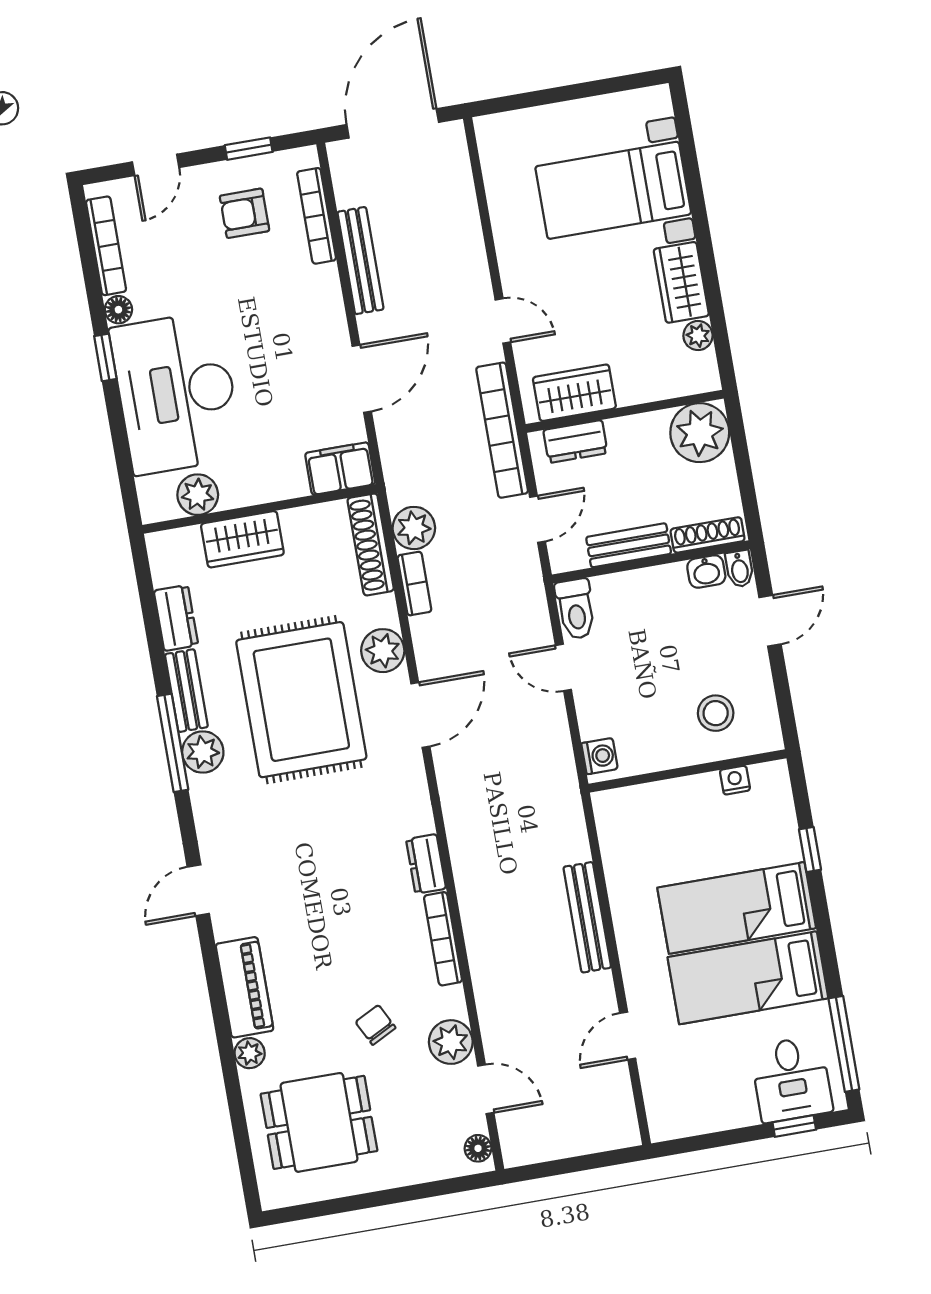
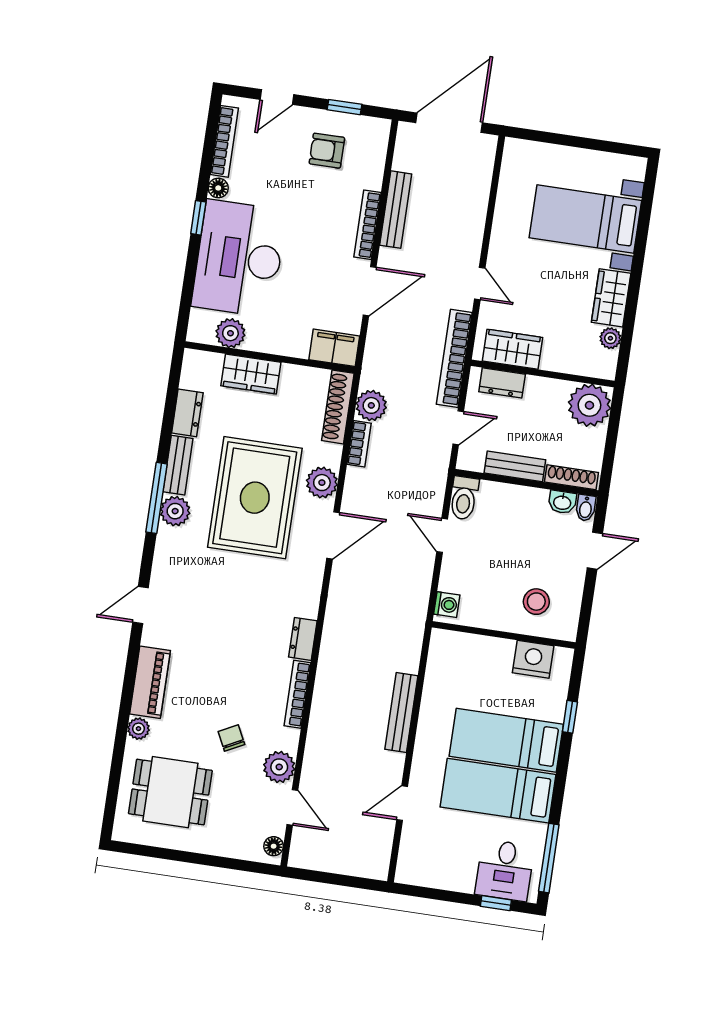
bookcase: (317, 216) -> (367, 225), moved
nightstand: (735, 780) -> (533, 659), width x1.89, depth x1.79

